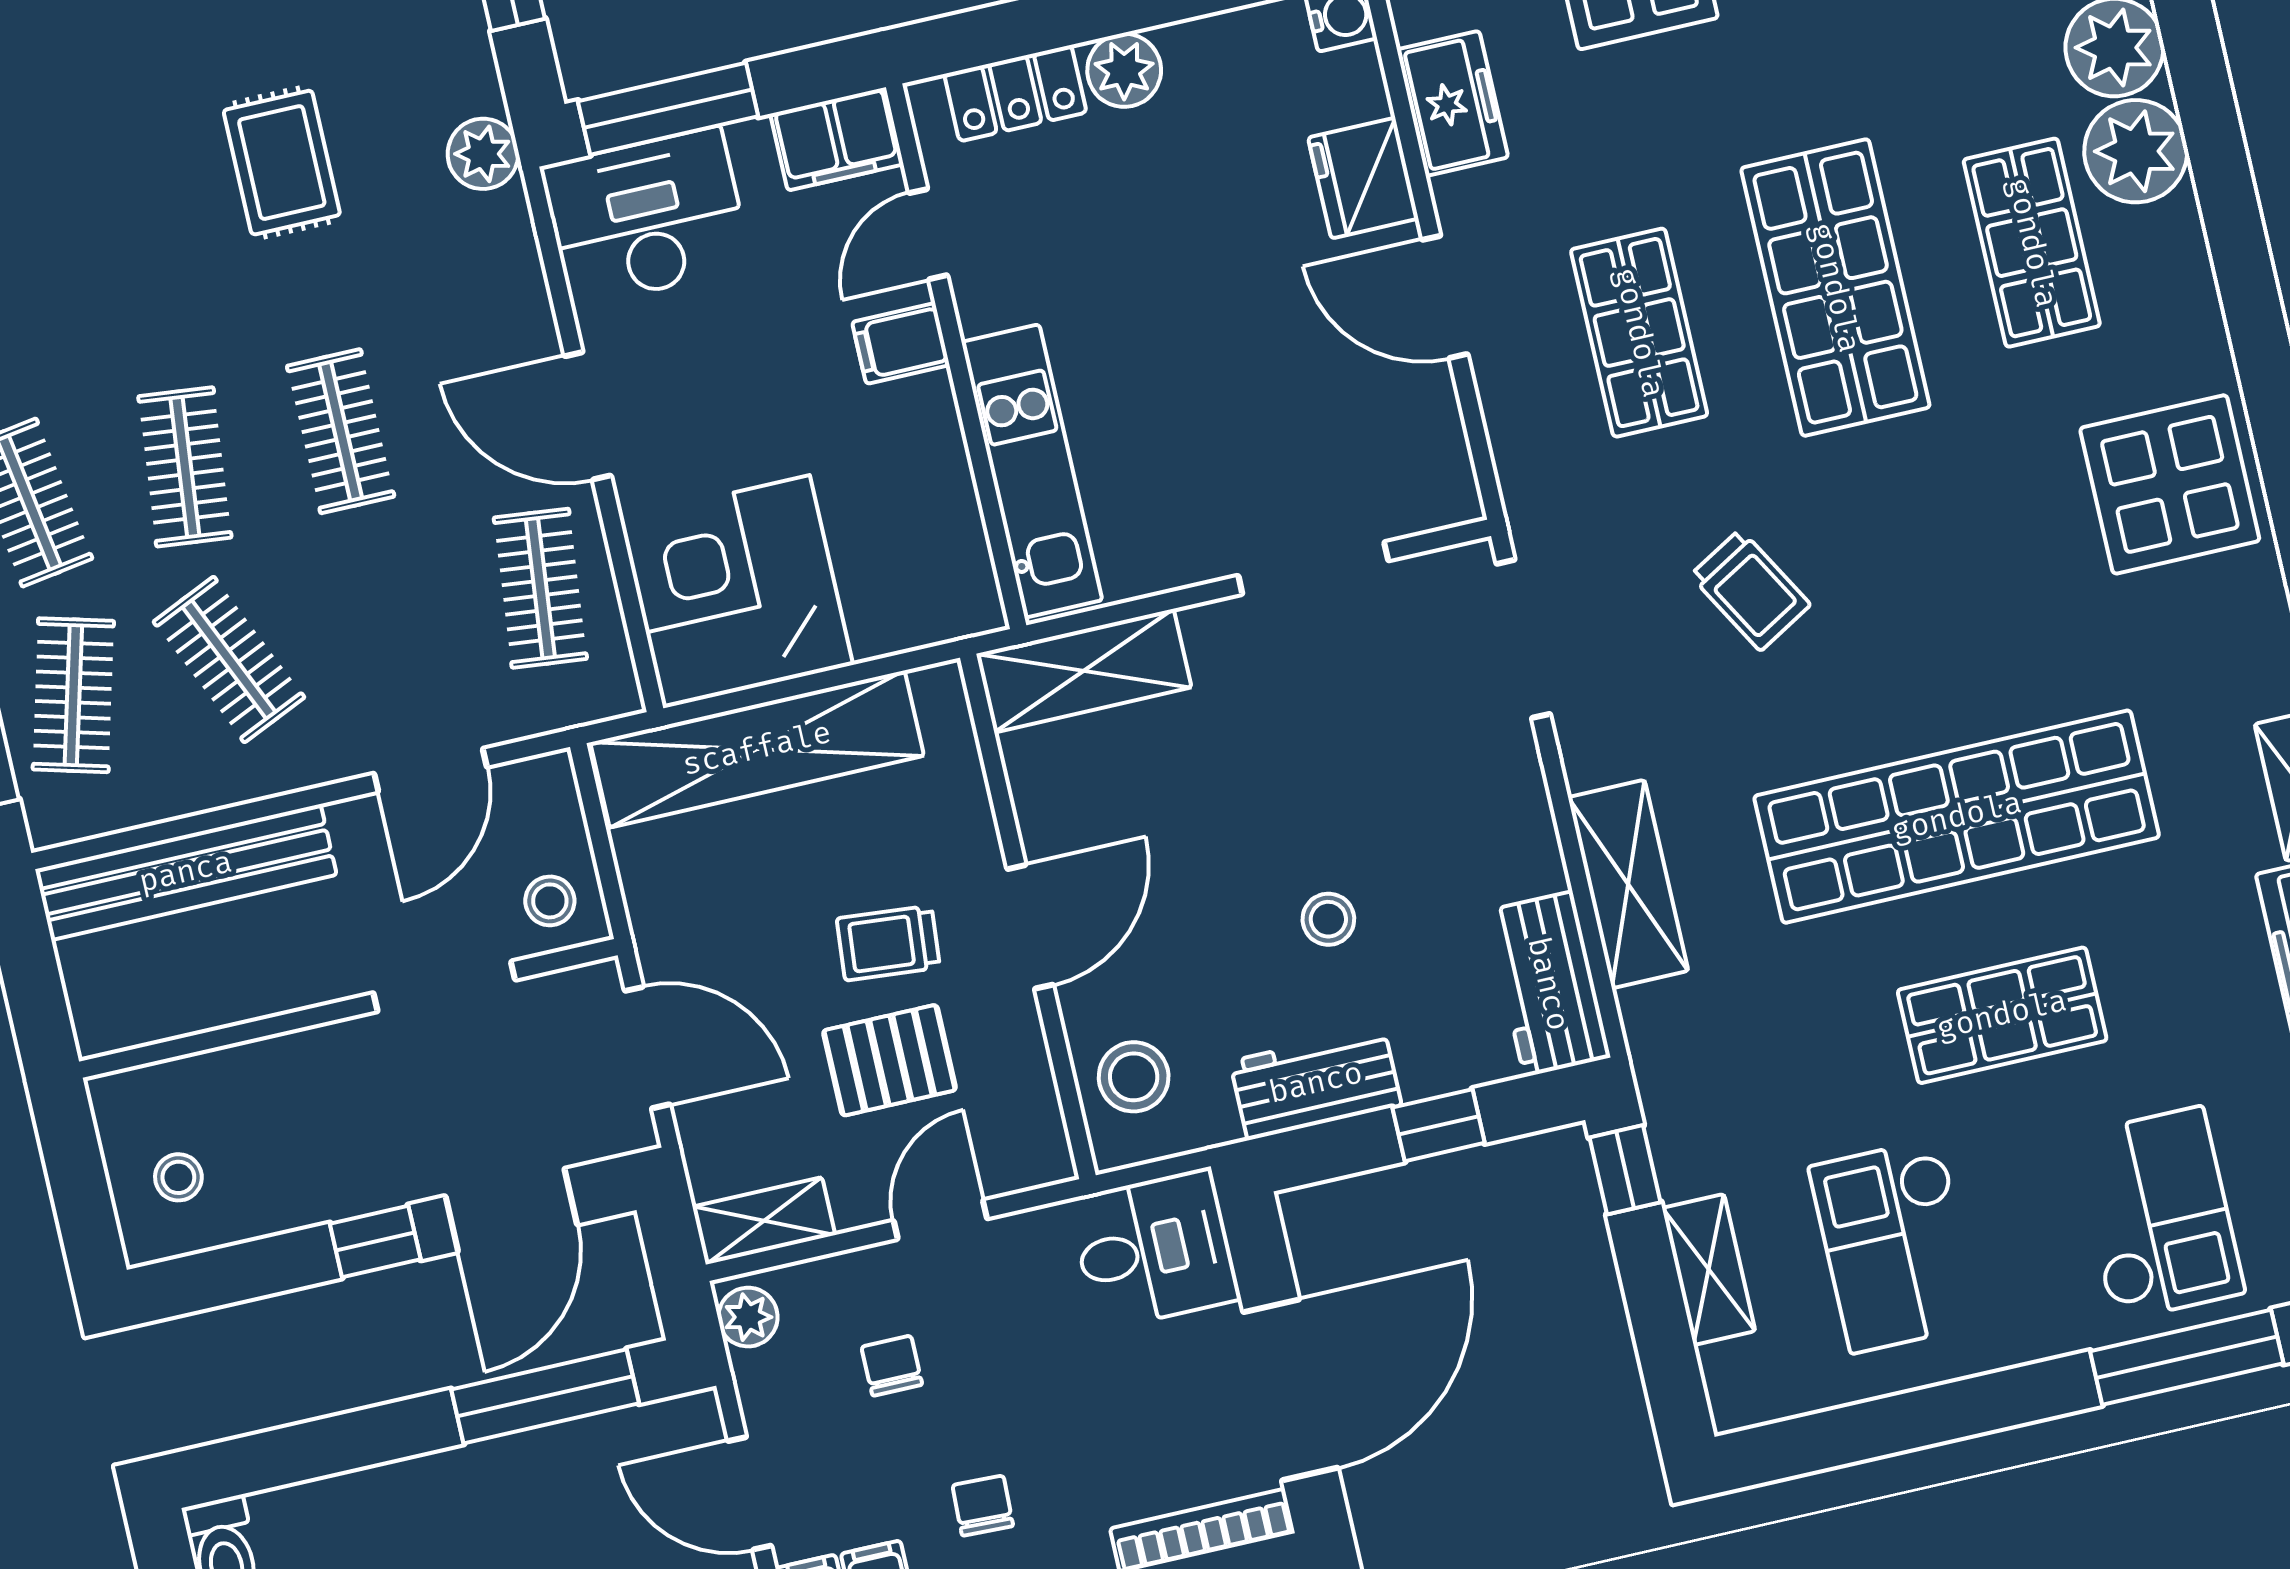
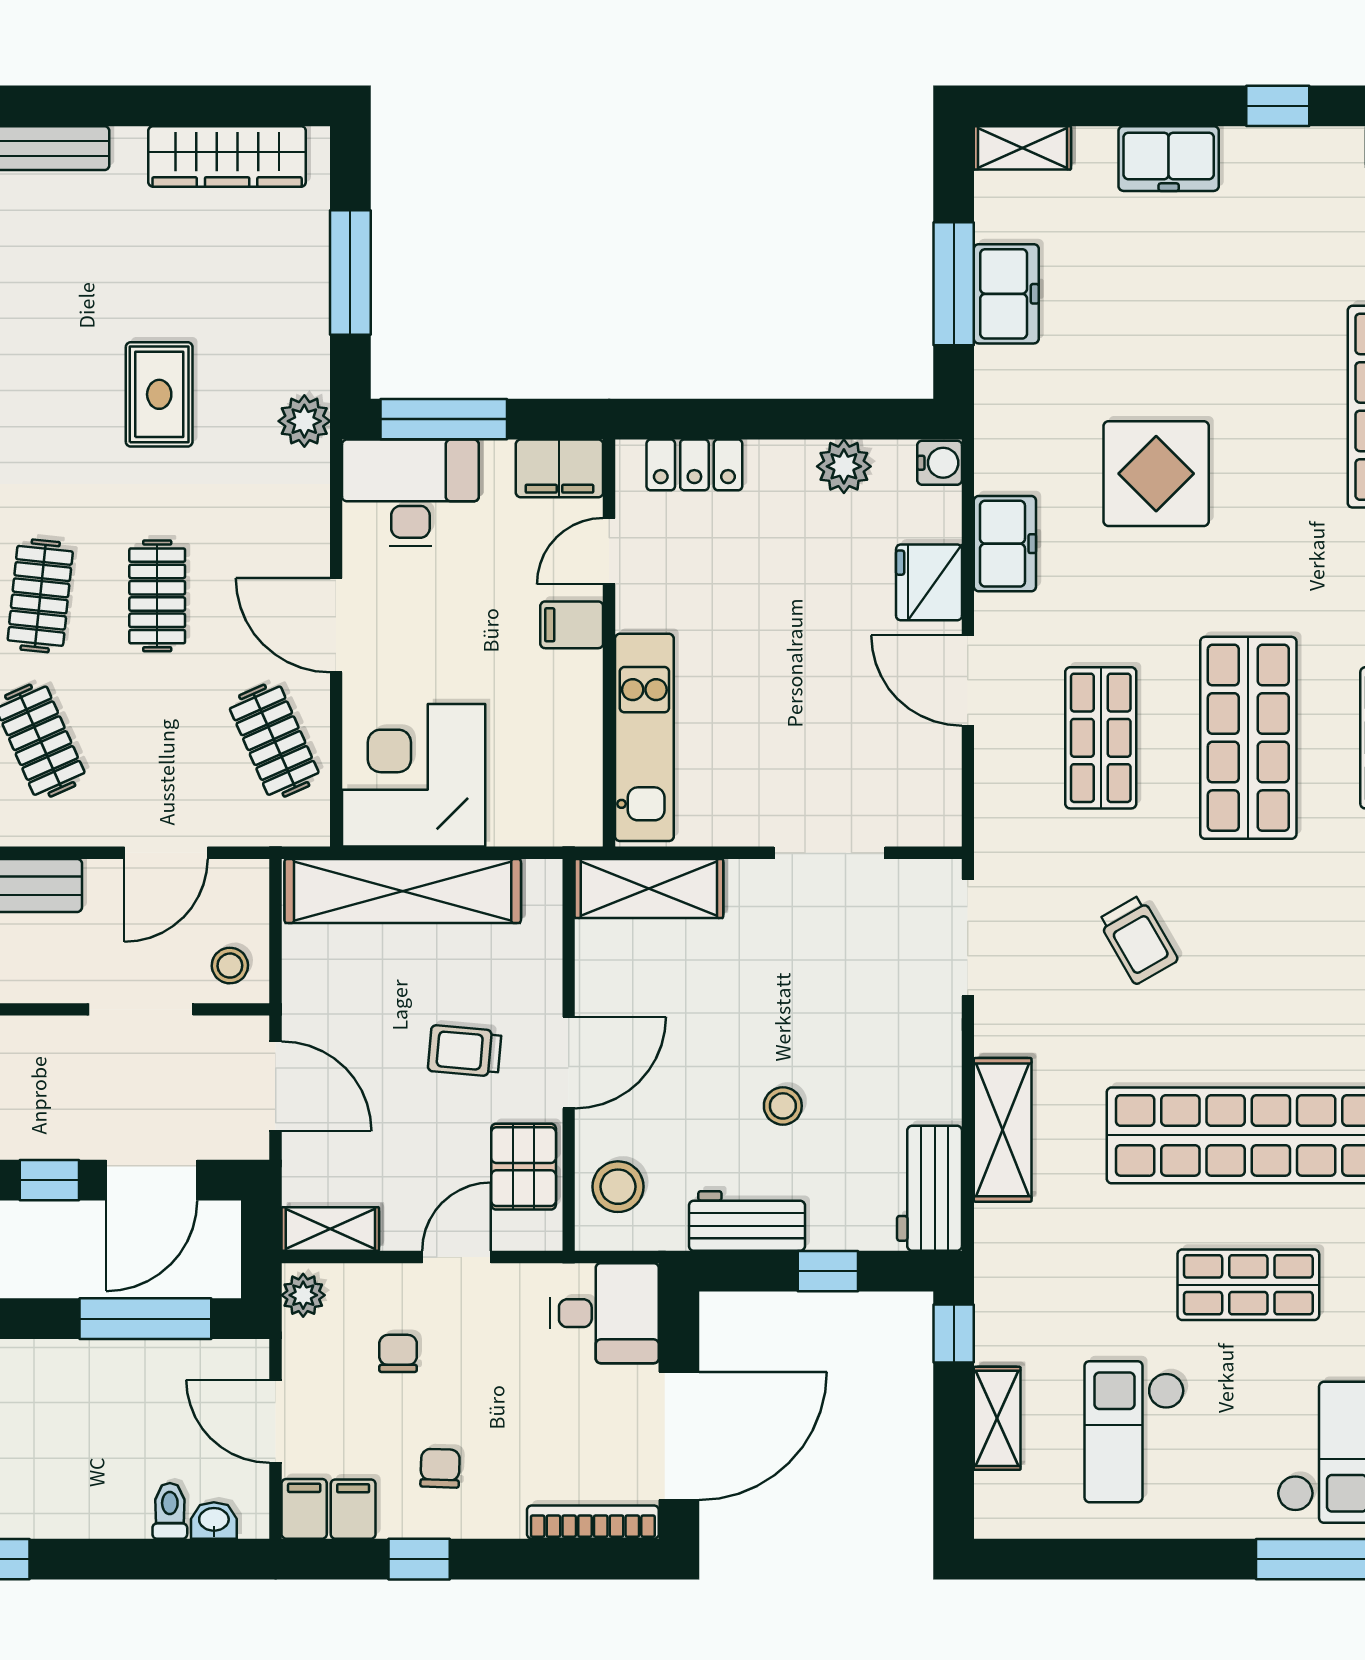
plant: (1124, 70) -> (844, 466), moved
clothes rail: (540, 588) -> (274, 741), turned -30
pallet: (890, 1060) -> (524, 1167), moved, turned 90

